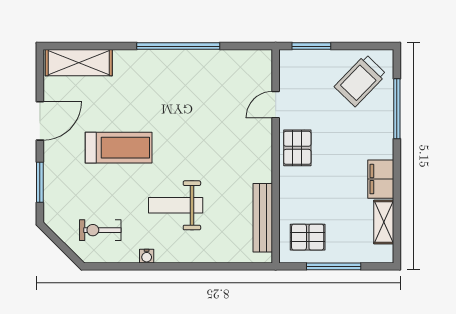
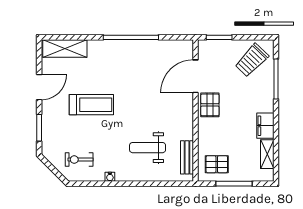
door: (276, 105) -> (196, 76), width x1.88
weight bench: (176, 205) -> (148, 148), moved
bench: (263, 218) -> (187, 157), width x0.73

